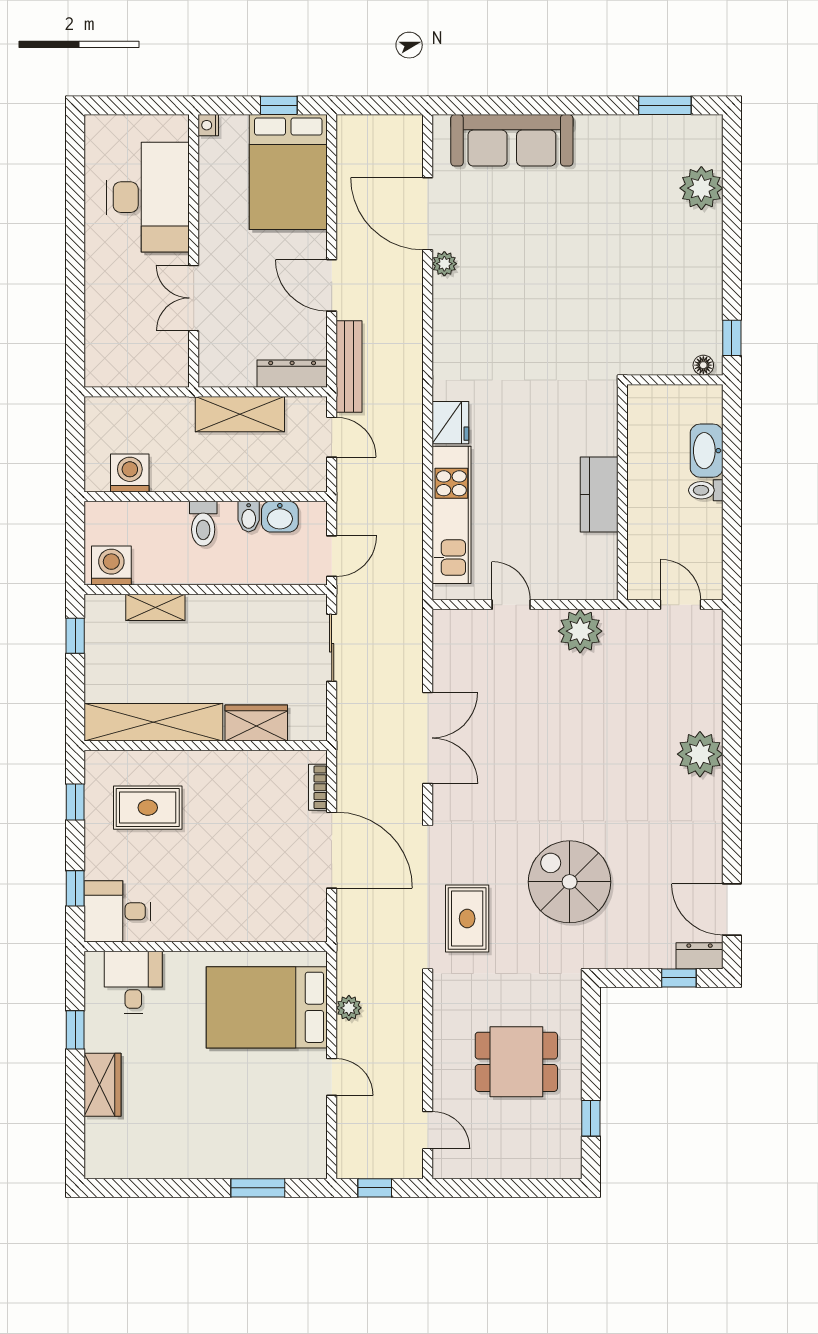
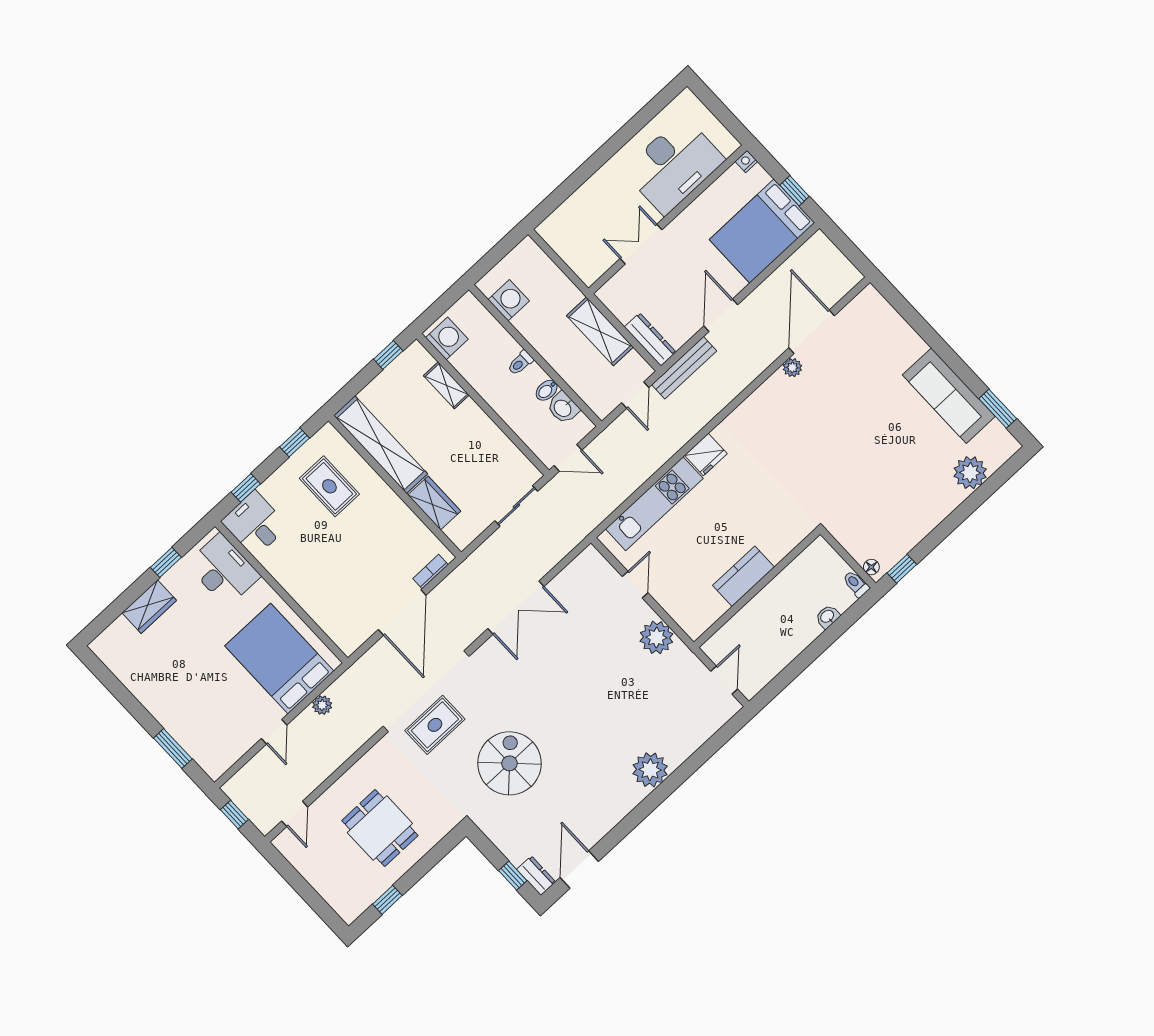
sofa: (512, 140) -> (949, 396), moved
washbasin: (707, 451) -> (827, 617), width x0.52, depth x0.69
toilet: (706, 490) -> (856, 584), moved
toilet: (203, 524) -> (520, 363), width x0.73, depth x0.72
desk: (133, 982) -> (223, 570), width x1.37

